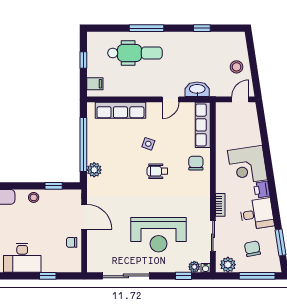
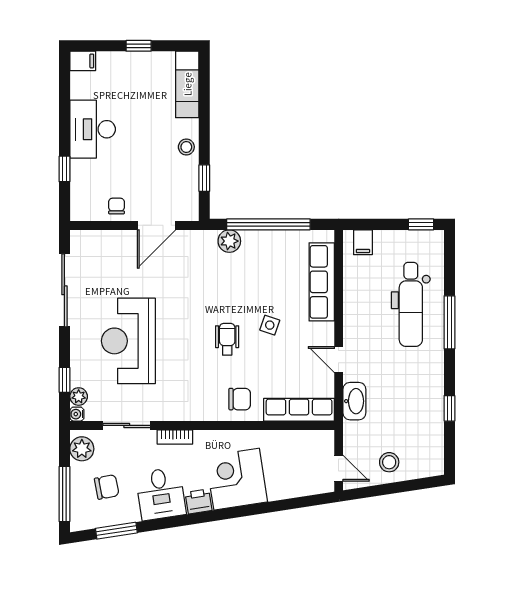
window: (83, 60) -> (421, 224), moved

